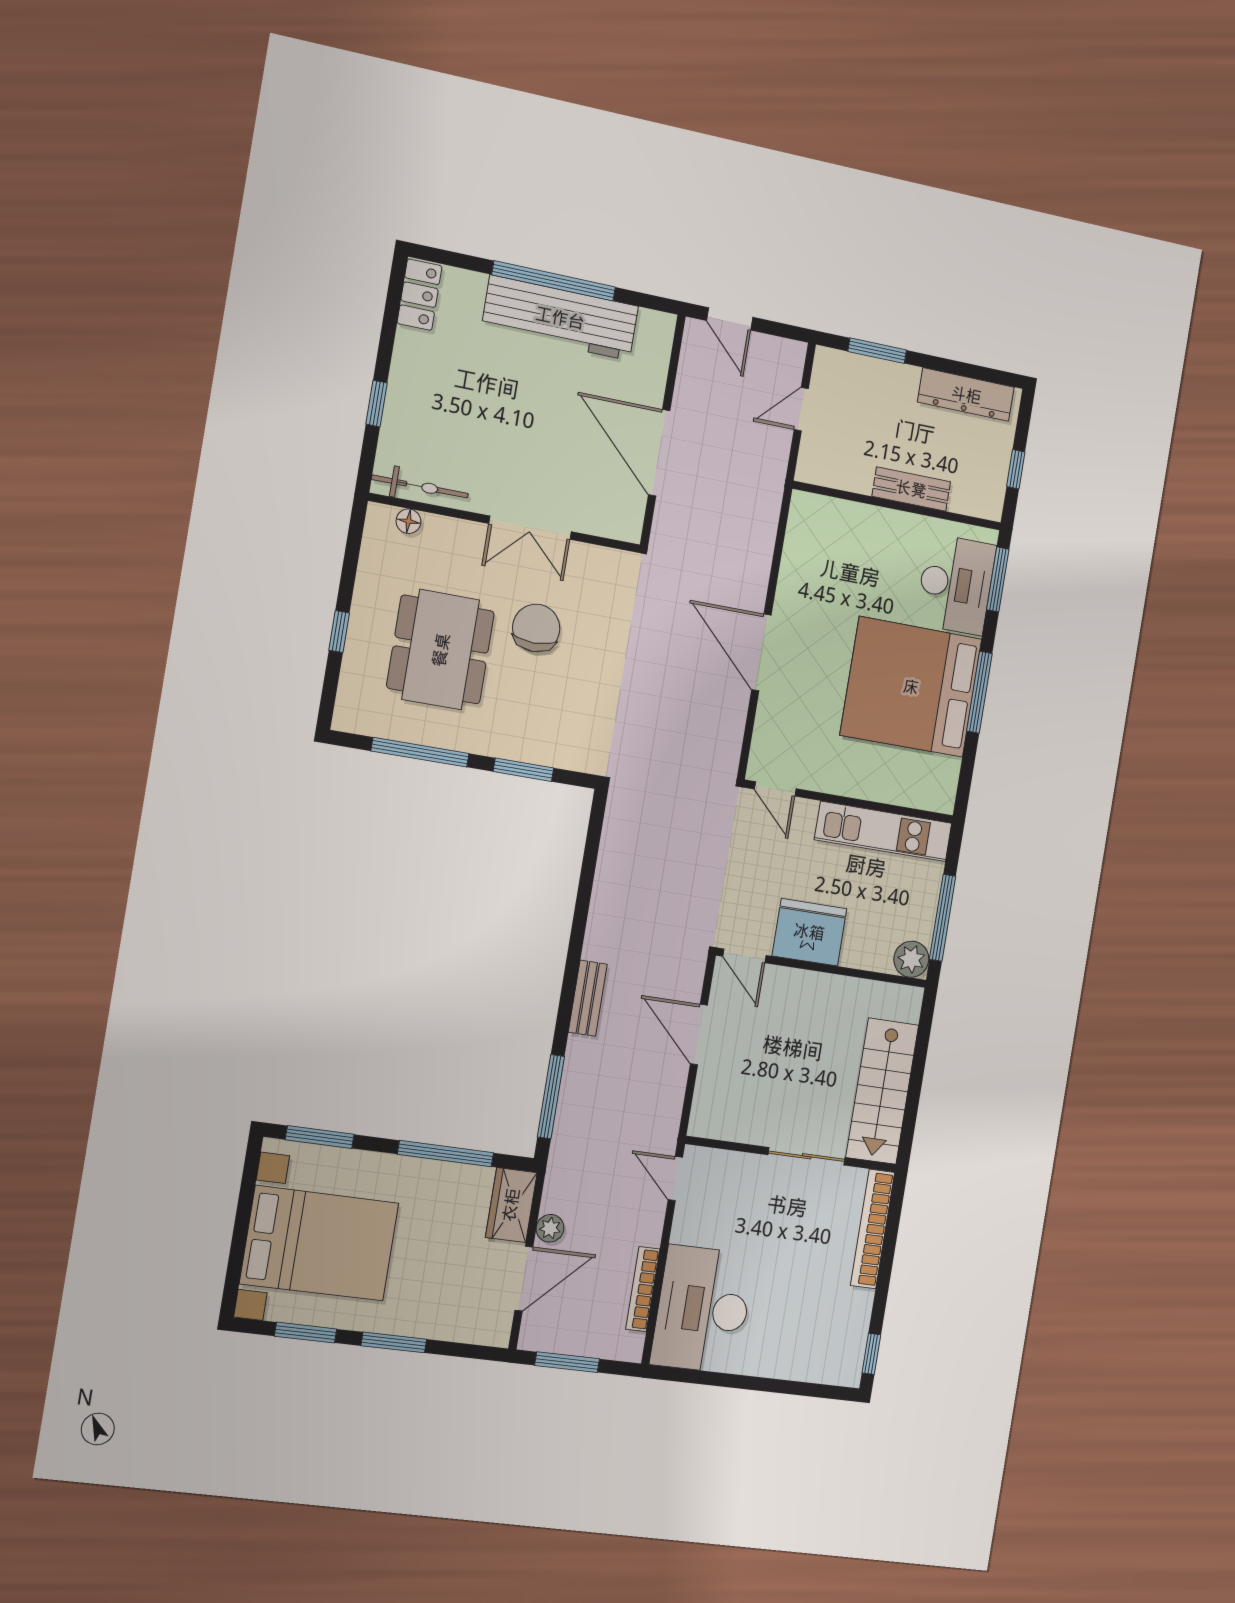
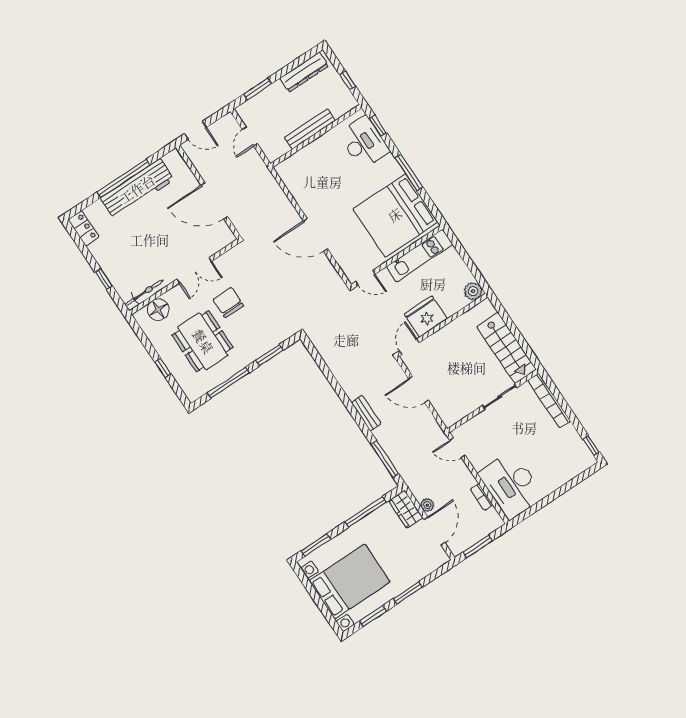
bench: (911, 489) -> (310, 129), width x1.36
floor lamp: (408, 521) -> (158, 310), width x1.89, depth x1.89
window: (998, 579) -> (378, 126), width x0.67
bed: (911, 687) -> (395, 215), moved
window: (943, 918) -> (471, 266), removed
door: (744, 956) -> (409, 347), swing flipped
bookcase: (643, 1289) -> (482, 497), width x0.64

